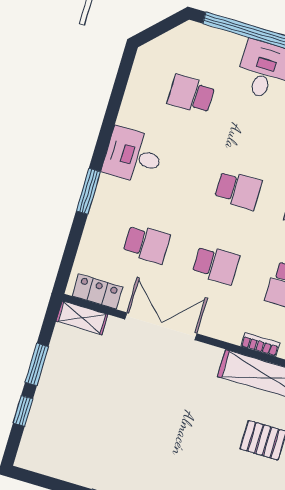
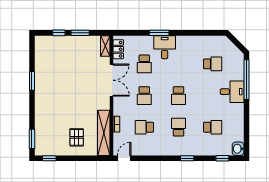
school desk: (191, 94) -> (213, 64), turned 90
desk: (133, 156) -> (165, 47), moved

